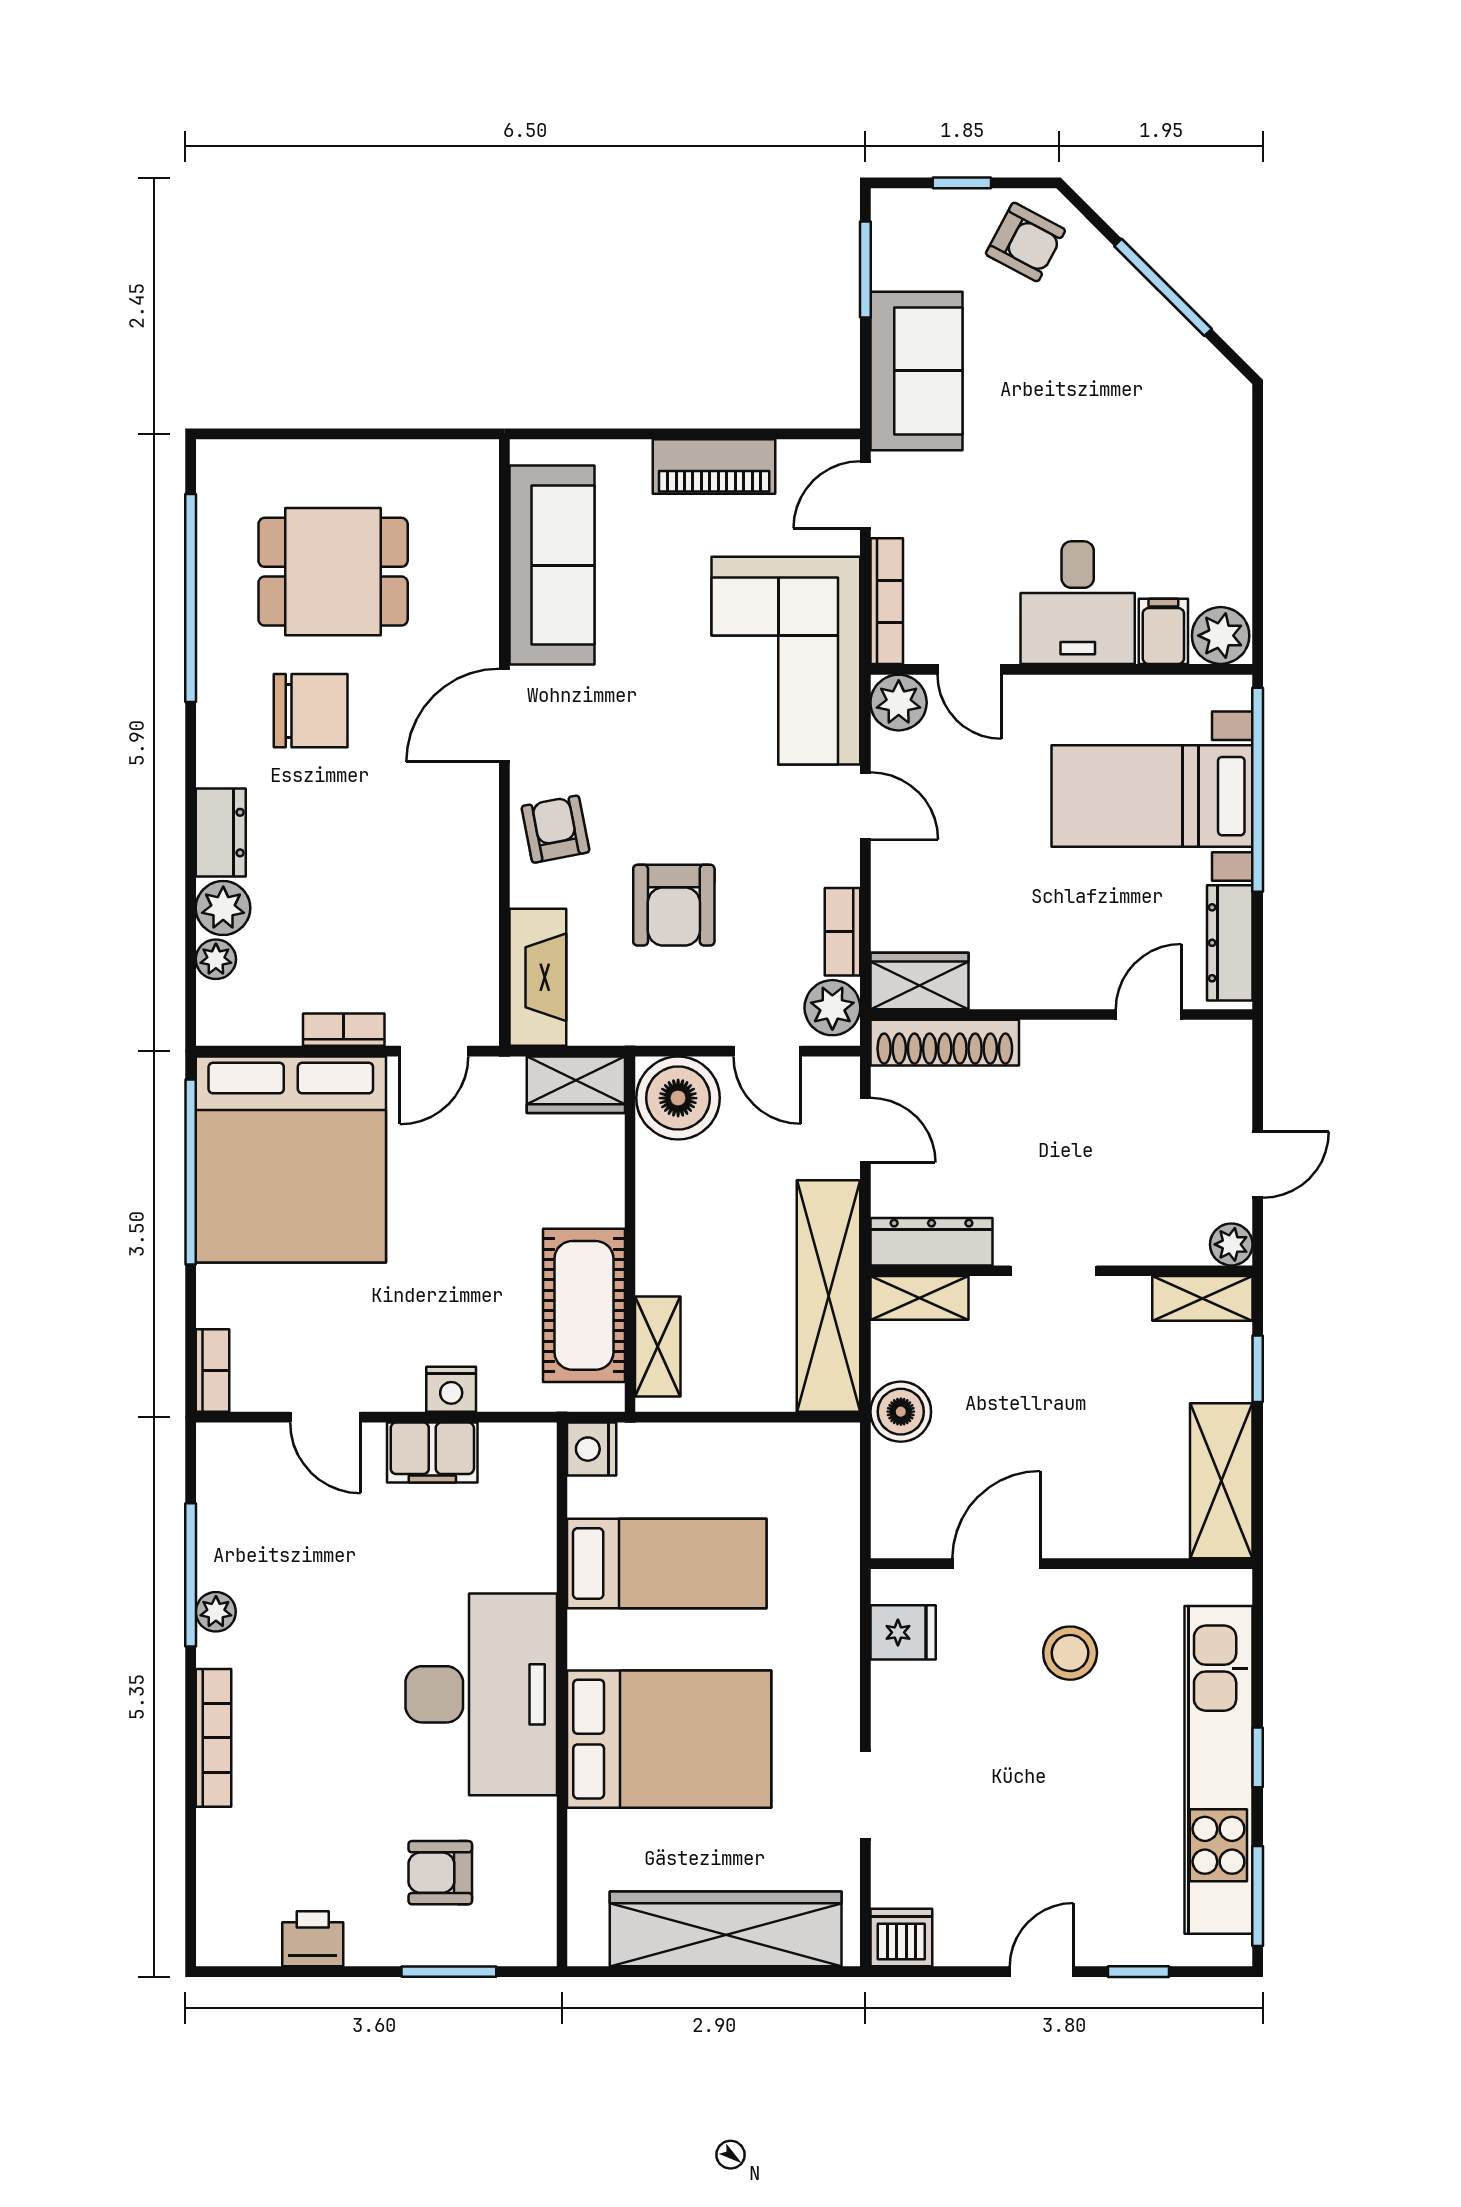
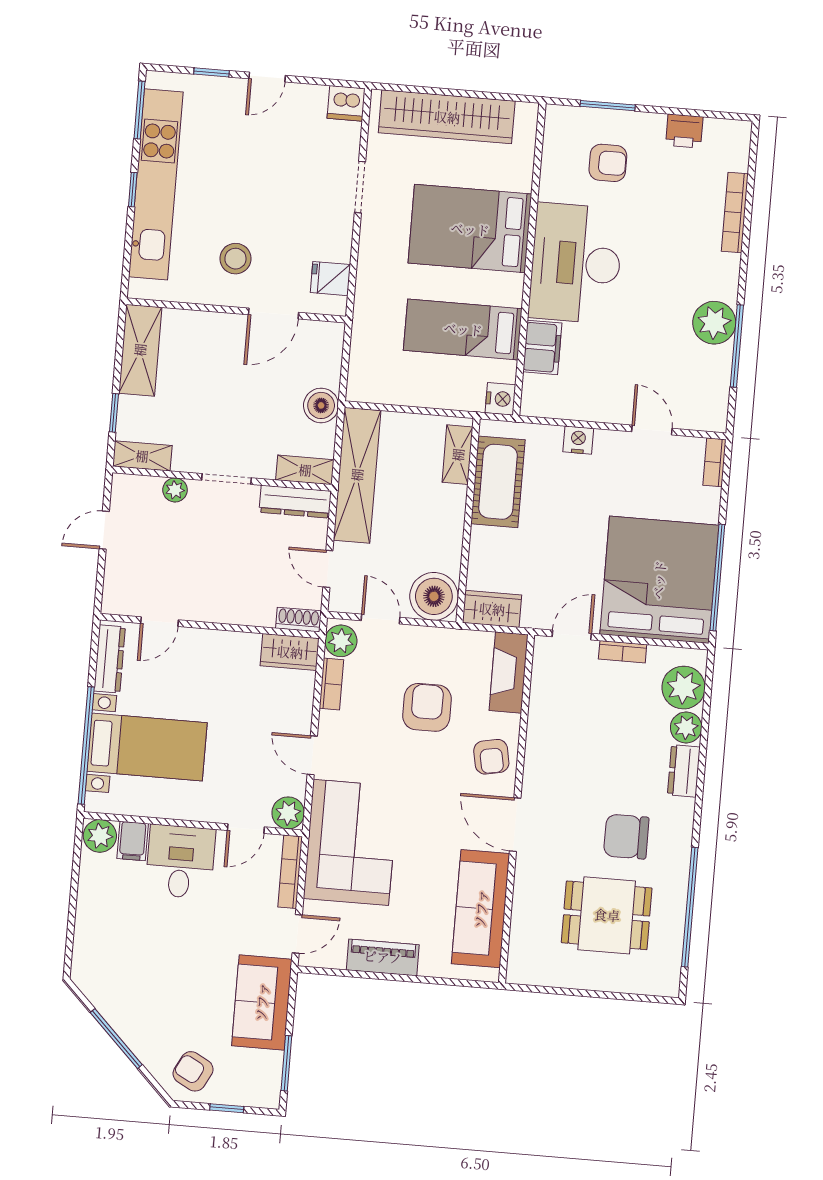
door: (969, 669) -> (246, 829), swing flipped
door: (504, 715) -> (515, 825), swing flipped
plant: (216, 959) -> (684, 688), width x1.87, depth x1.87
shoe rack: (945, 1043) -> (298, 620), width x0.51, depth x0.81
plant: (1231, 1244) -> (175, 490), moved
filing cabinet: (432, 1452) -> (542, 347), moved, turned 90
plant: (216, 1612) -> (714, 323), width x1.88, depth x1.88
bookcase: (214, 1738) -> (735, 212), moved

